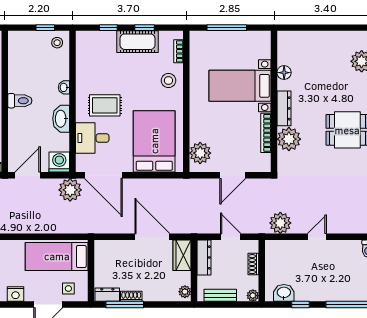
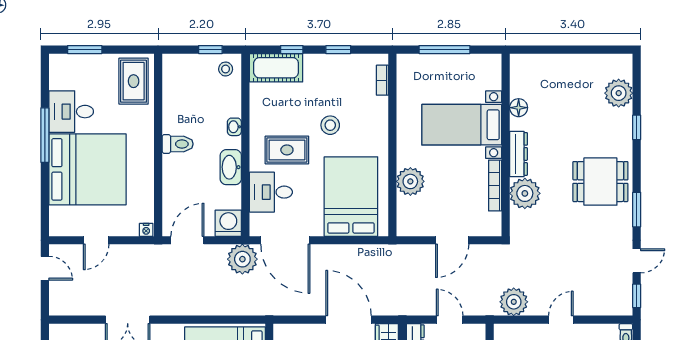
cot: (138, 42) -> (276, 68), moved
stool: (168, 80) -> (330, 125), moved
plant: (200, 153) -> (410, 181), moved

